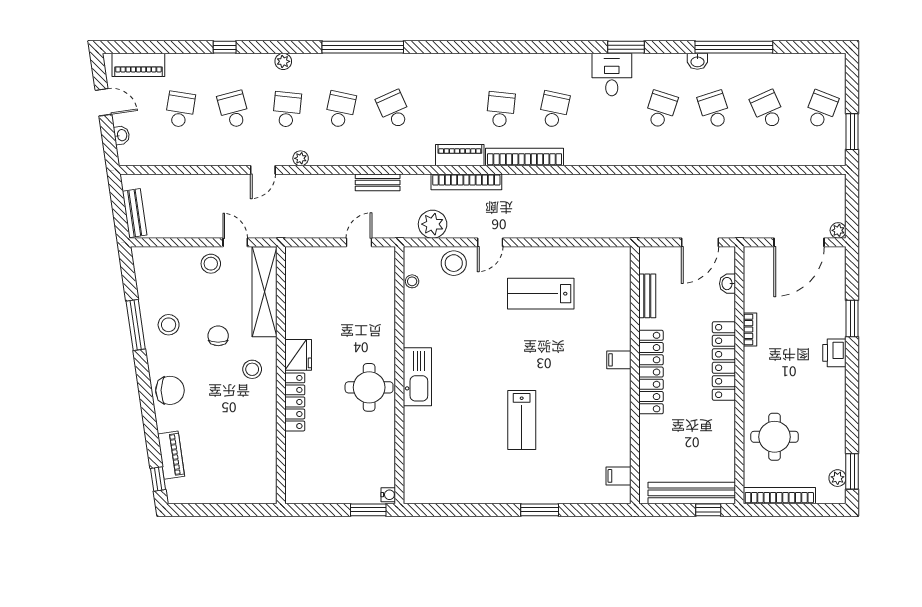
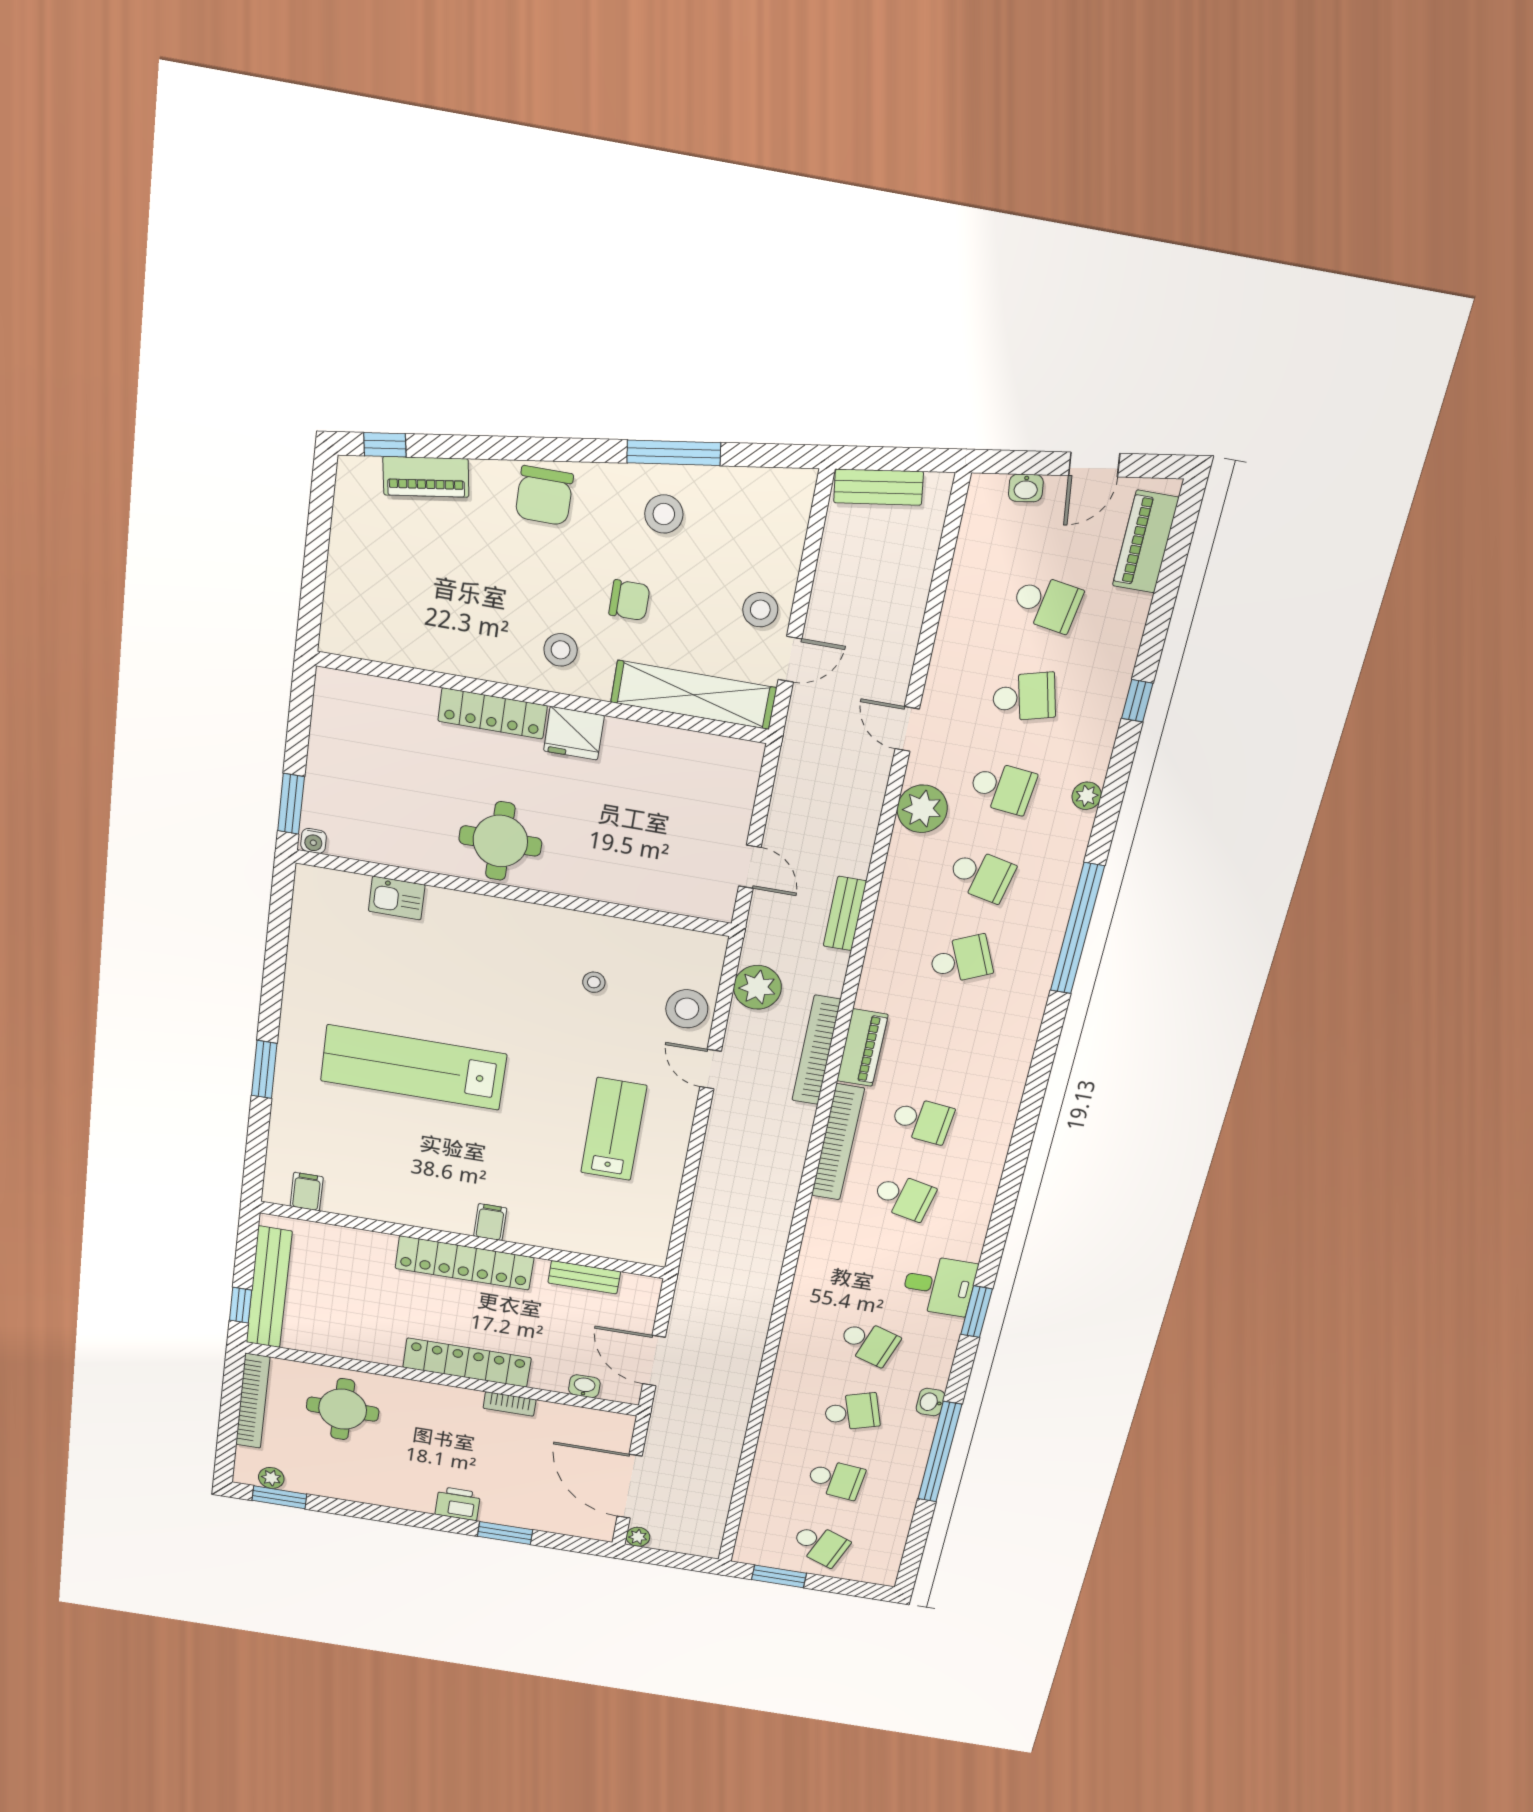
school desk: (768, 110) -> (836, 1479), turned 30
plant: (301, 158) -> (922, 809), width x1.88, depth x1.88
stool: (412, 281) -> (594, 982), moved
kitchen sink: (417, 377) -> (397, 898), moved, width x0.53, depth x0.81
lab bench: (522, 420) -> (413, 1067), width x1.86, depth x1.39

